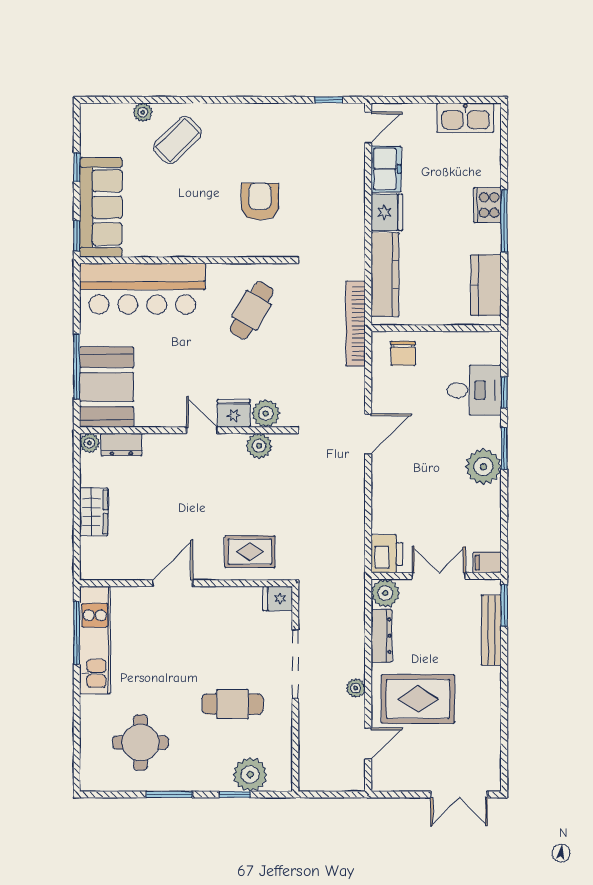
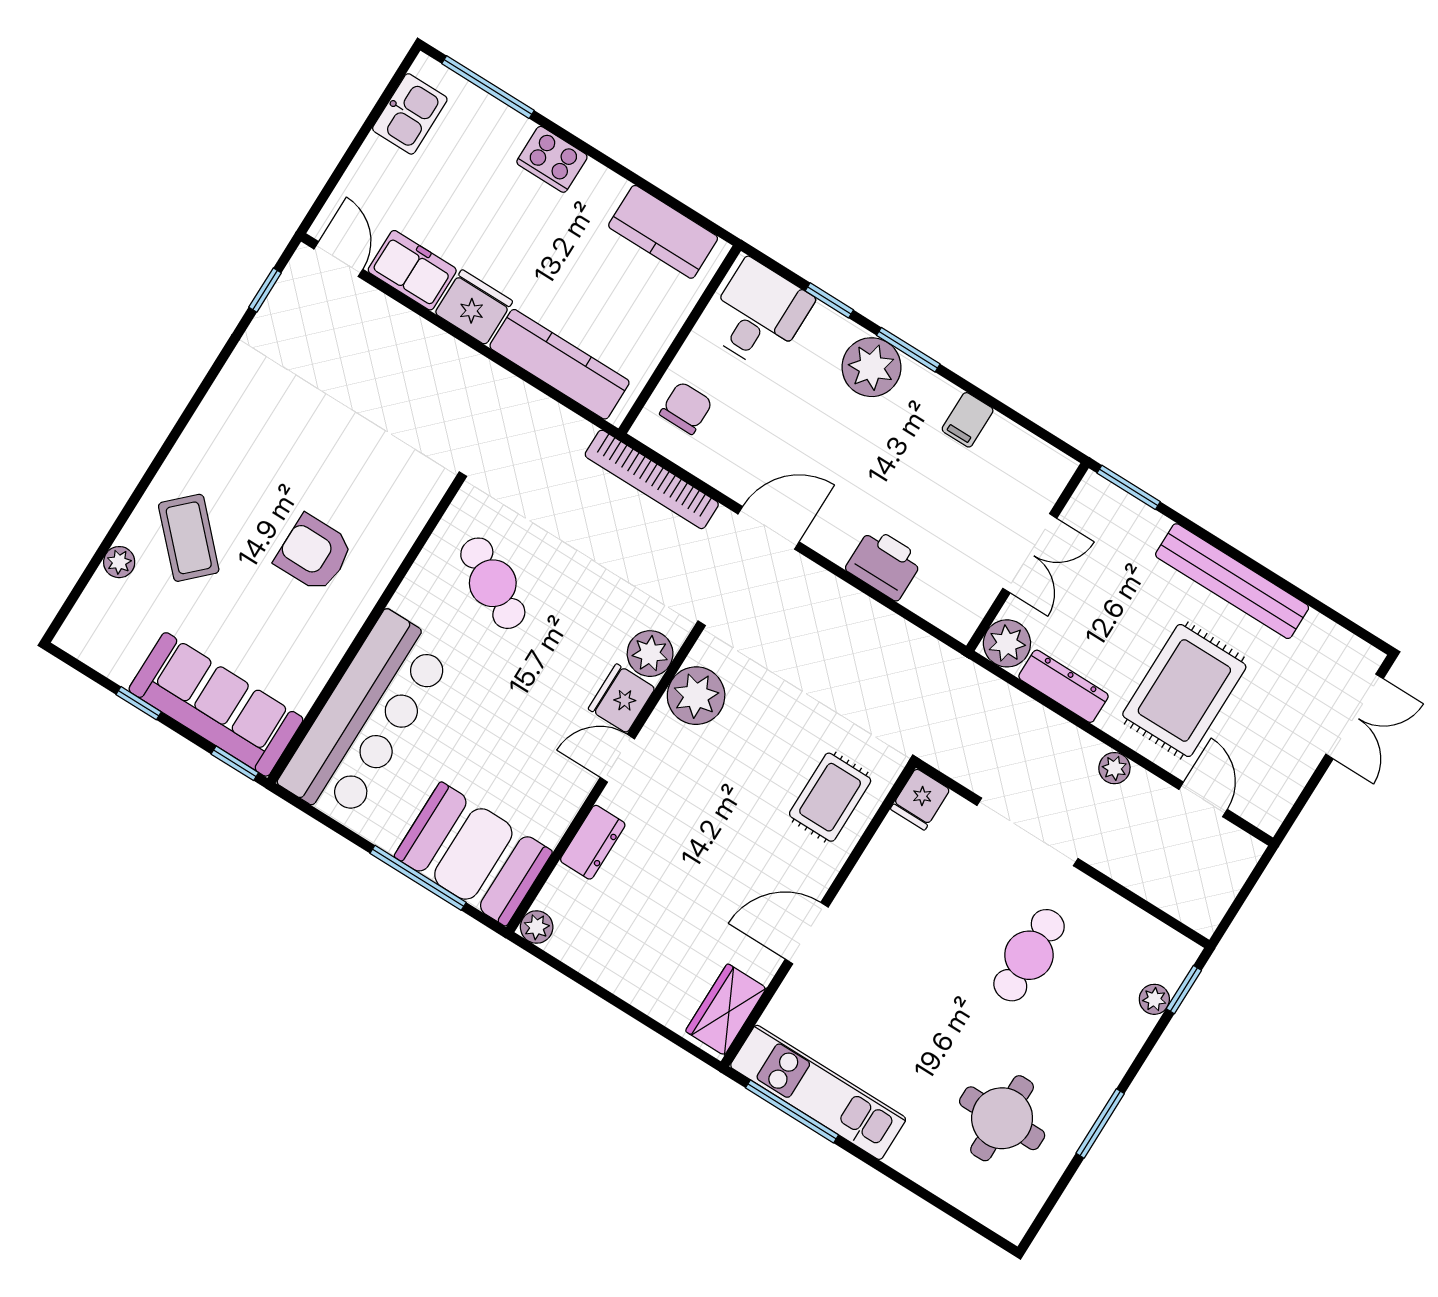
kitchen sink: (465, 118) -> (410, 114), width x0.73
armchair: (260, 202) -> (314, 553), moved
window: (504, 221) -> (488, 87), moved
bookcase: (356, 324) -> (652, 479), moved
chair: (403, 353) -> (686, 408), turned -90
desk: (474, 390) -> (758, 315), moved
door: (368, 434) -> (769, 528), hinge flipped
dresser: (121, 445) -> (593, 842), moved
plant: (259, 446) -> (696, 696), width x1.36, depth x1.36
plant: (483, 467) -> (871, 367), moved
wardrobe: (94, 512) -> (726, 1009), moved, turned -90
printer: (387, 554) -> (884, 564), moved
filing cabinet: (487, 562) -> (968, 420), moved
double door: (439, 576) -> (1030, 553), swing flipped
door: (173, 583) -> (807, 933), hinge flipped
bench: (491, 630) -> (1232, 581), moved, width x1.37, depth x1.21
plant: (250, 774) -> (1154, 999), width x0.53, depth x0.53
window: (235, 794) -> (1184, 990), moved

